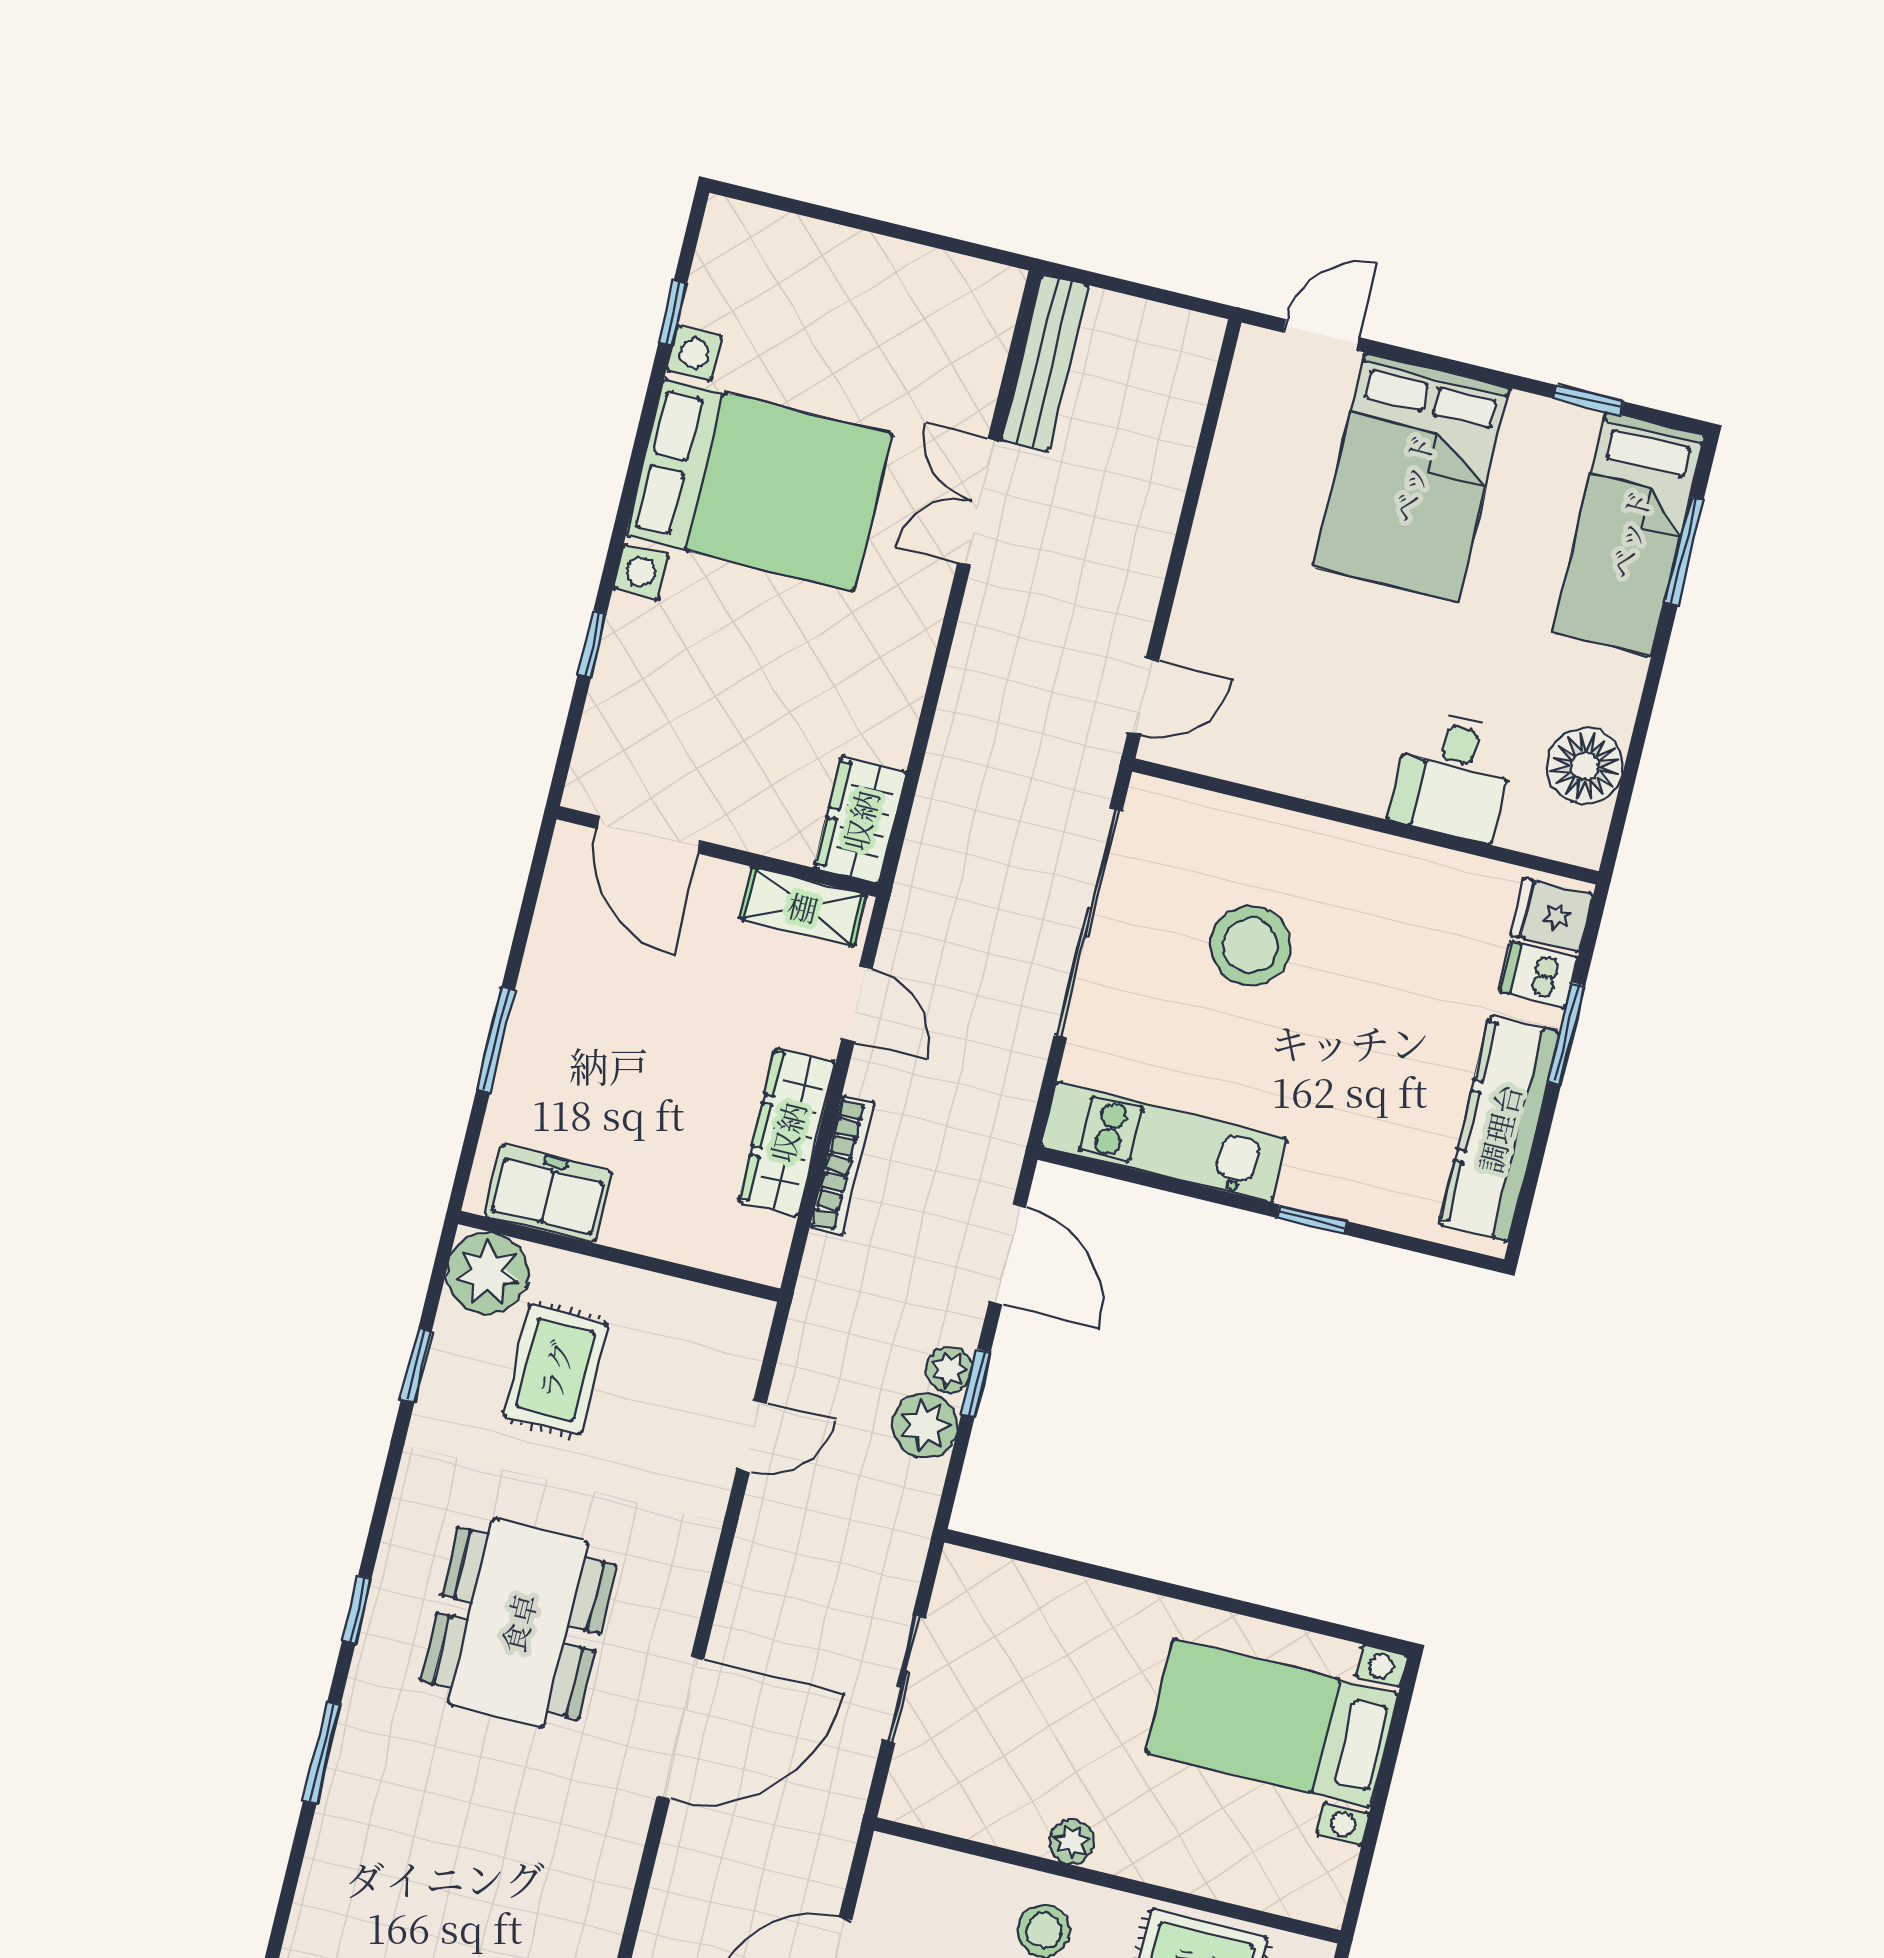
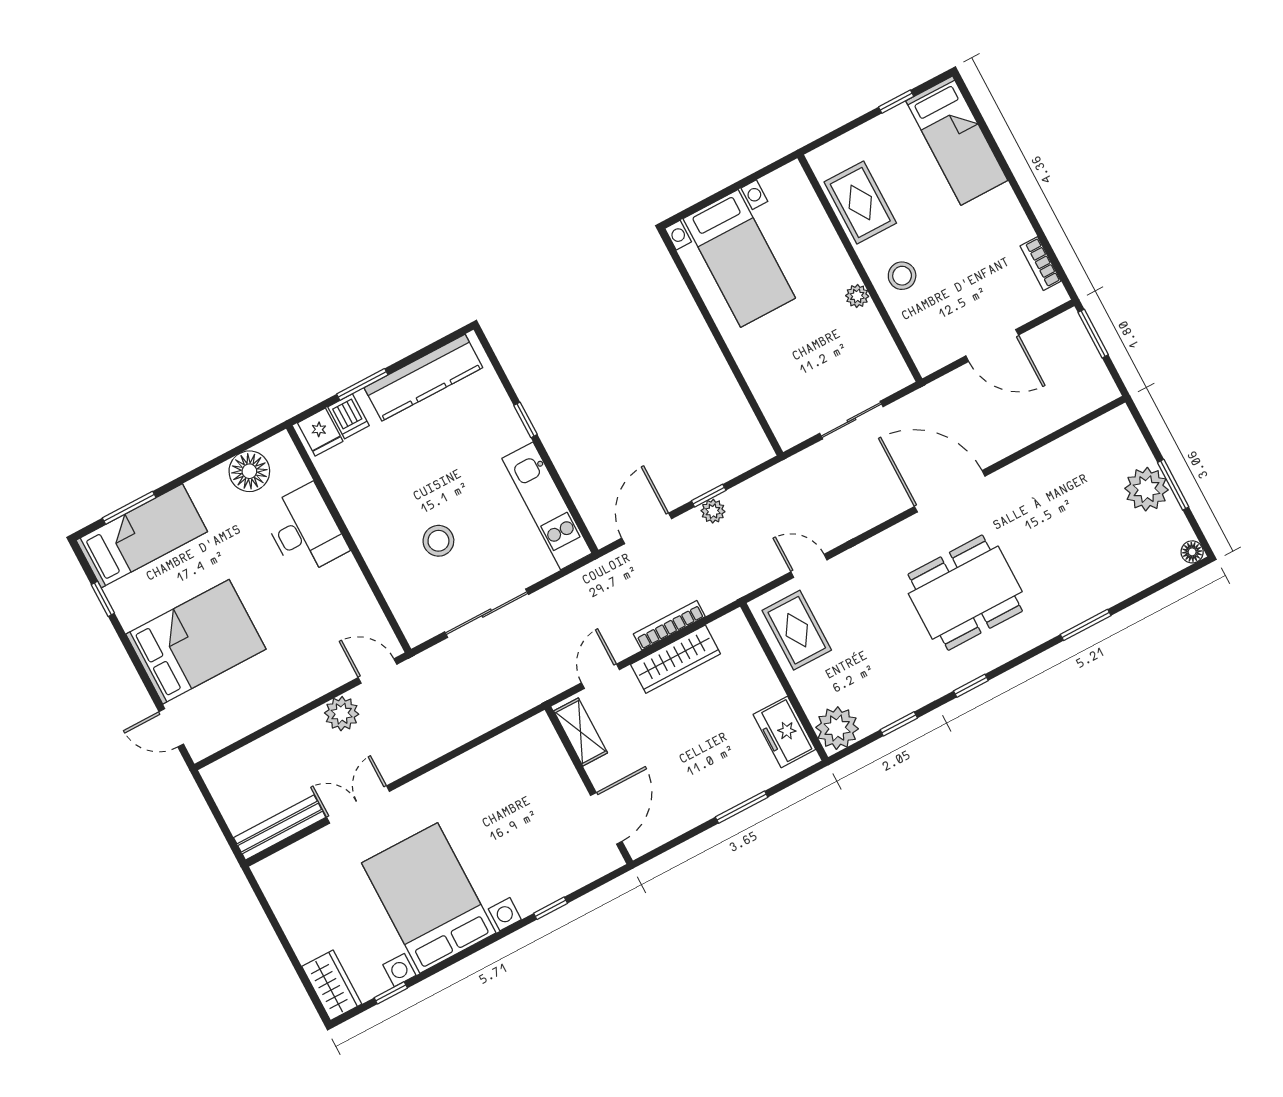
double door: (979, 502) -> (358, 805), swing flipped
desk: (1452, 775) -> (305, 530), width x1.37
wardrobe: (860, 820) -> (332, 985), moved, turned -90
sliding door: (1088, 923) -> (487, 613), width x0.73
stool: (1250, 946) -> (438, 541), width x0.73, depth x0.73
rug: (555, 1370) -> (797, 630), moved, turned 90
plant: (925, 1425) -> (342, 714), moved
window: (357, 1610) -> (971, 686), moved

